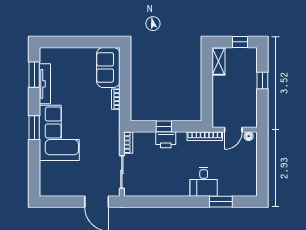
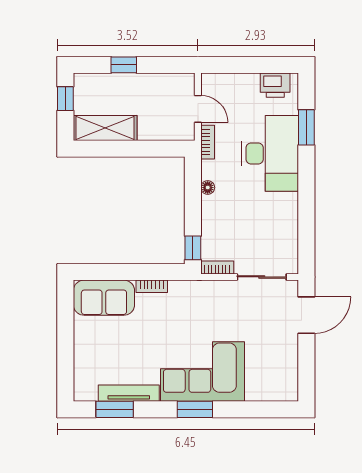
shelving: (218, 61) -> (105, 128), width x1.50, depth x1.33
window: (164, 126) -> (193, 248), moved
bookcase: (205, 136) -> (208, 142), width x0.64
floor lamp: (249, 136) -> (208, 188), moved
printer: (166, 140) -> (275, 85), moved, turned 90
desk: (204, 182) -> (270, 153), width x1.87, depth x1.30

